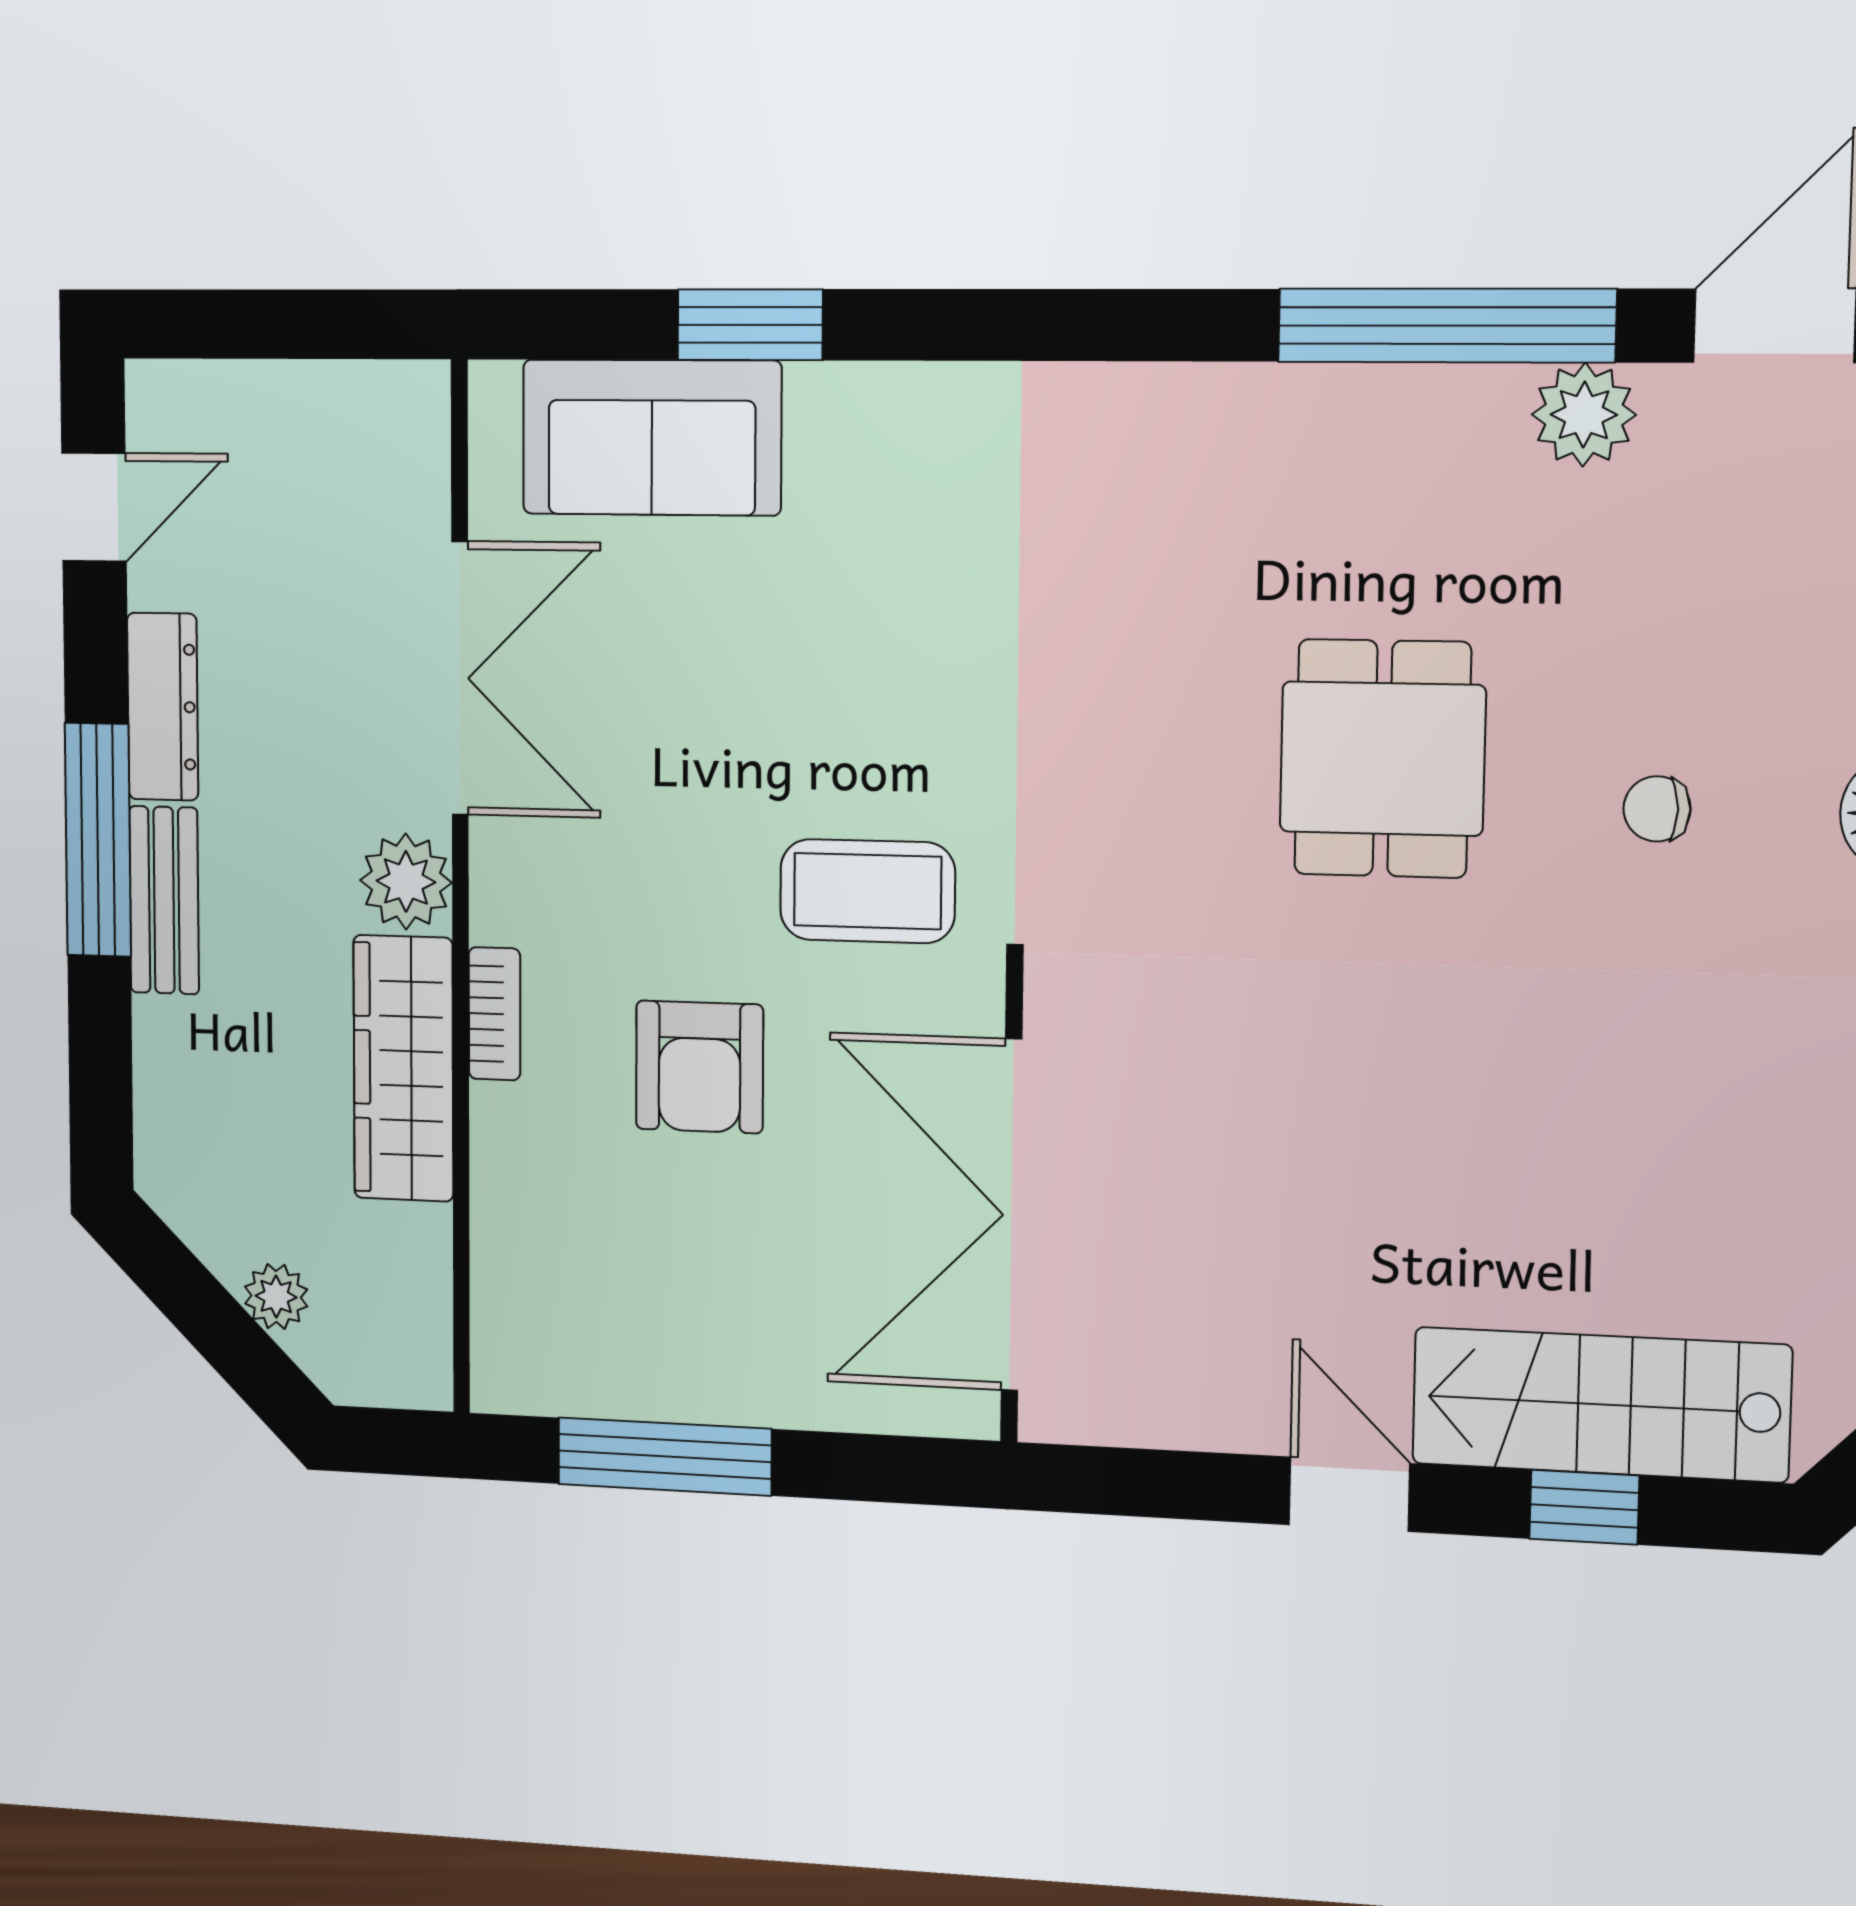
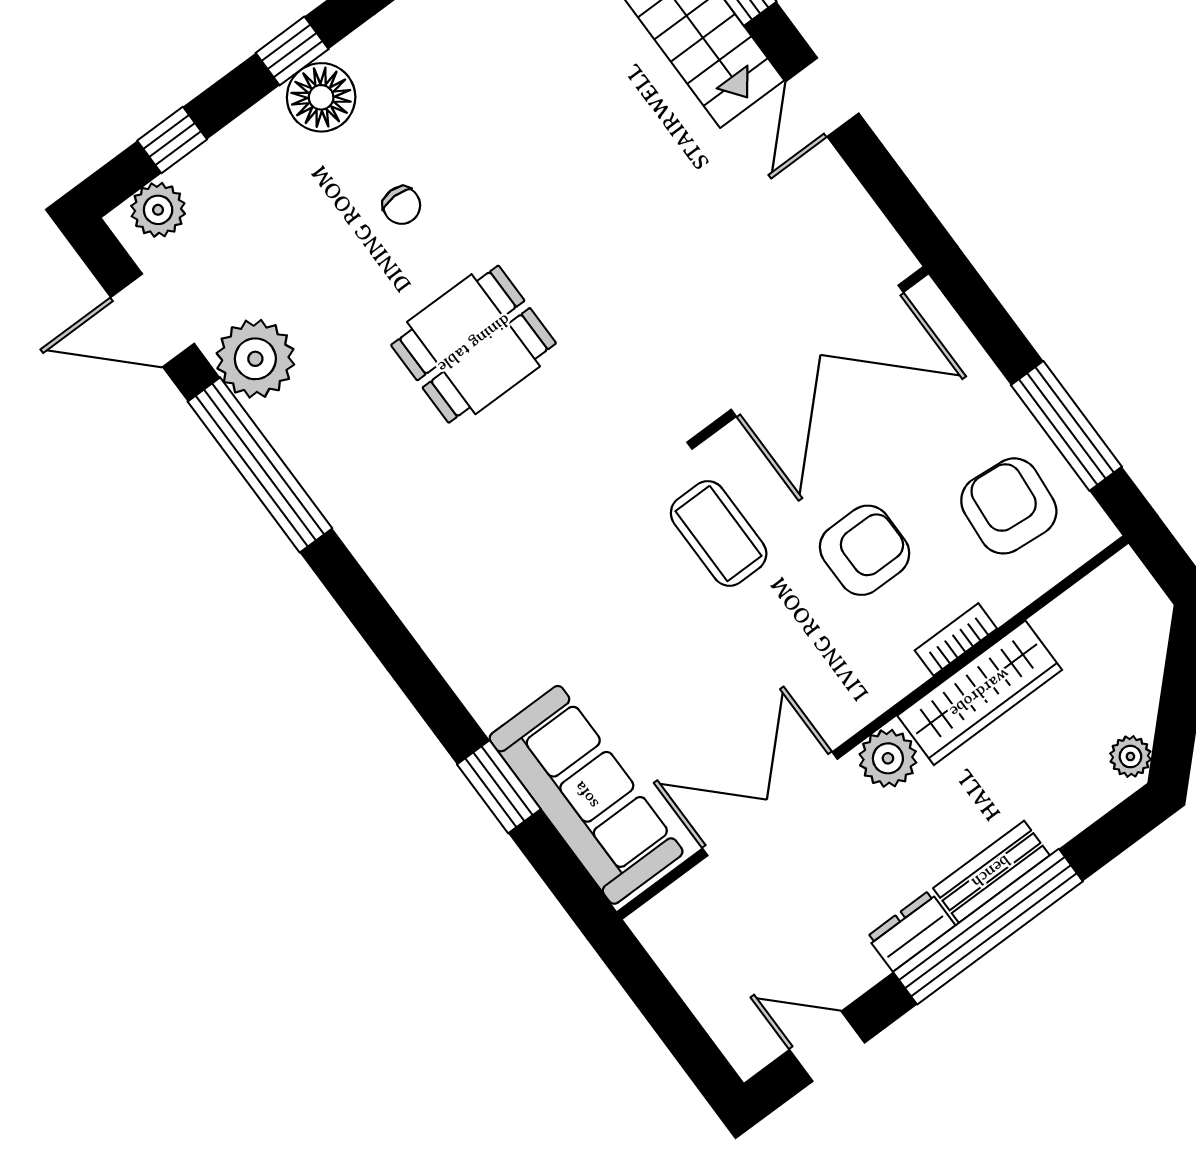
plant: (1584, 415) -> (255, 359), width x1.36, depth x1.36
sofa: (652, 437) -> (586, 795), width x1.36
dresser: (163, 707) -> (911, 931), width x0.70
window: (98, 840) -> (988, 927), width x1.46
bookcase: (494, 1014) -> (956, 640), moved
plant: (276, 1297) -> (1130, 757), moved
armchair: (617, 1300) -> (1009, 506), added

